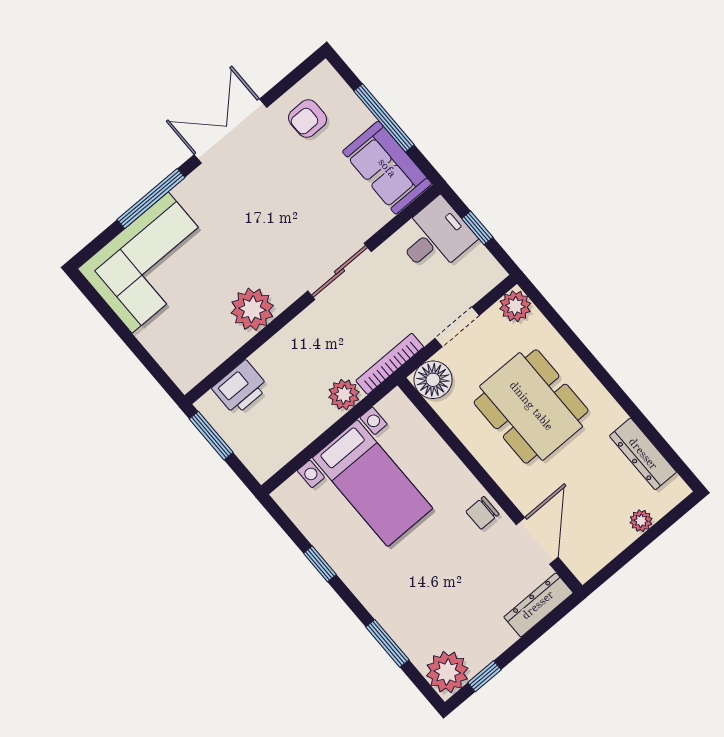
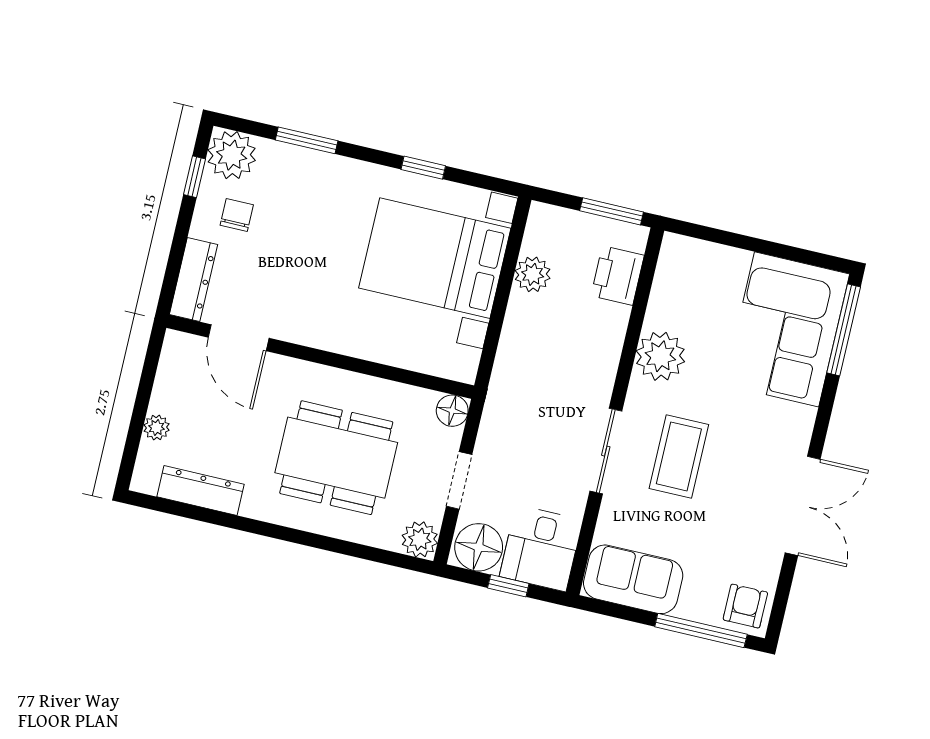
window: (384, 118) -> (701, 630), moved
armchair: (308, 119) -> (745, 606), moved
window: (151, 198) -> (844, 330), moved
coffee table: (291, 230) -> (679, 456), added
floor lamp: (478, 270) -> (479, 547), added
bookcase: (390, 364) -> (496, 400), removed
floor lamp: (433, 380) -> (452, 411), width x0.73, depth x0.73
plant: (344, 395) -> (533, 274), moved
bed with nightstands: (372, 483) -> (435, 258), width x1.36
chair: (483, 513) -> (237, 215), moved

